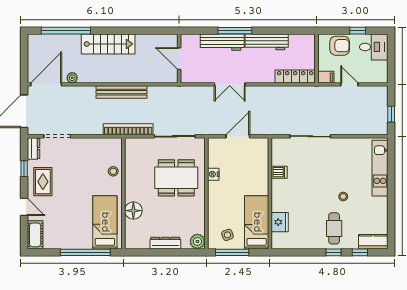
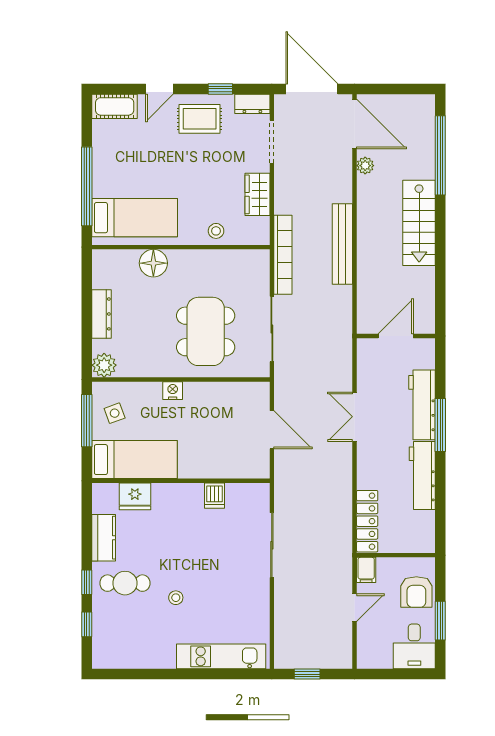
window: (358, 31) -> (440, 621), width x1.50
wardrobe: (90, 145) -> (257, 194), added
nightstand: (213, 174) -> (173, 391), moved
kitchen counter: (373, 242) -> (104, 538), moved

